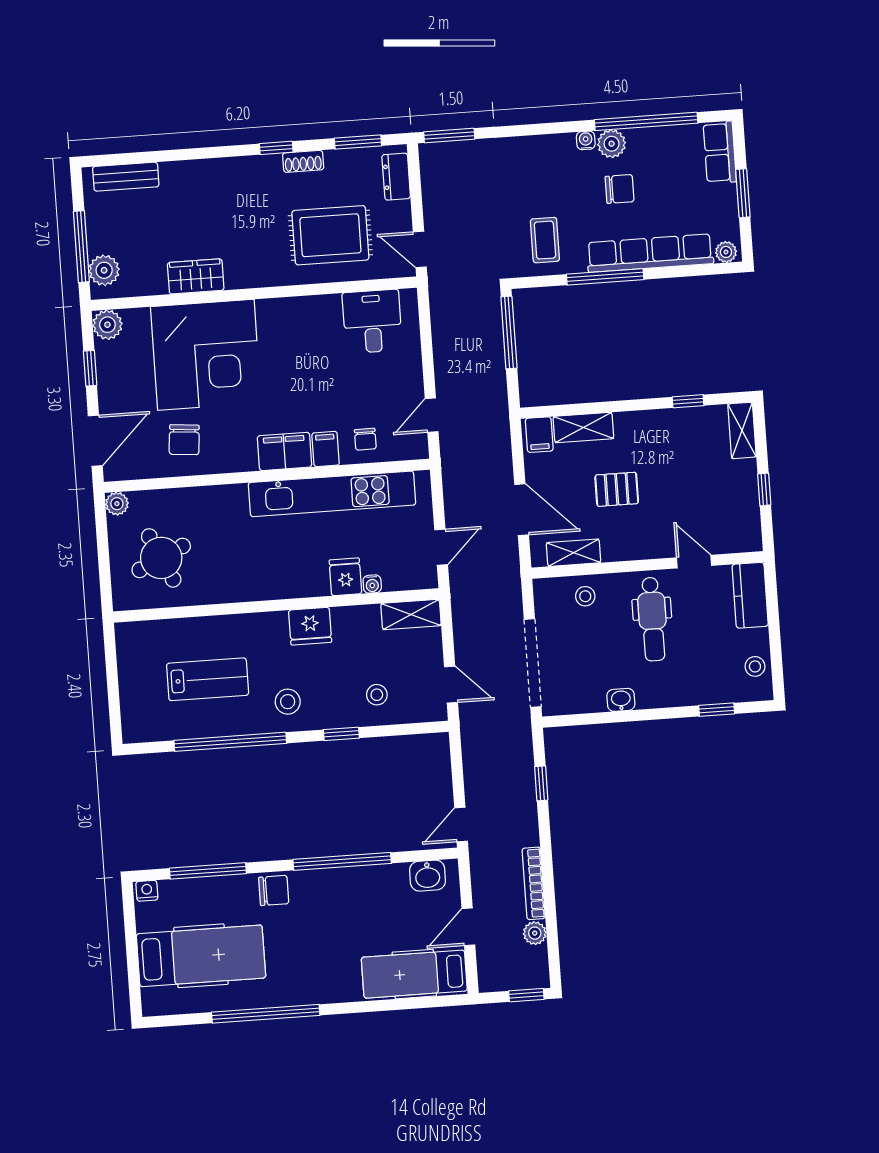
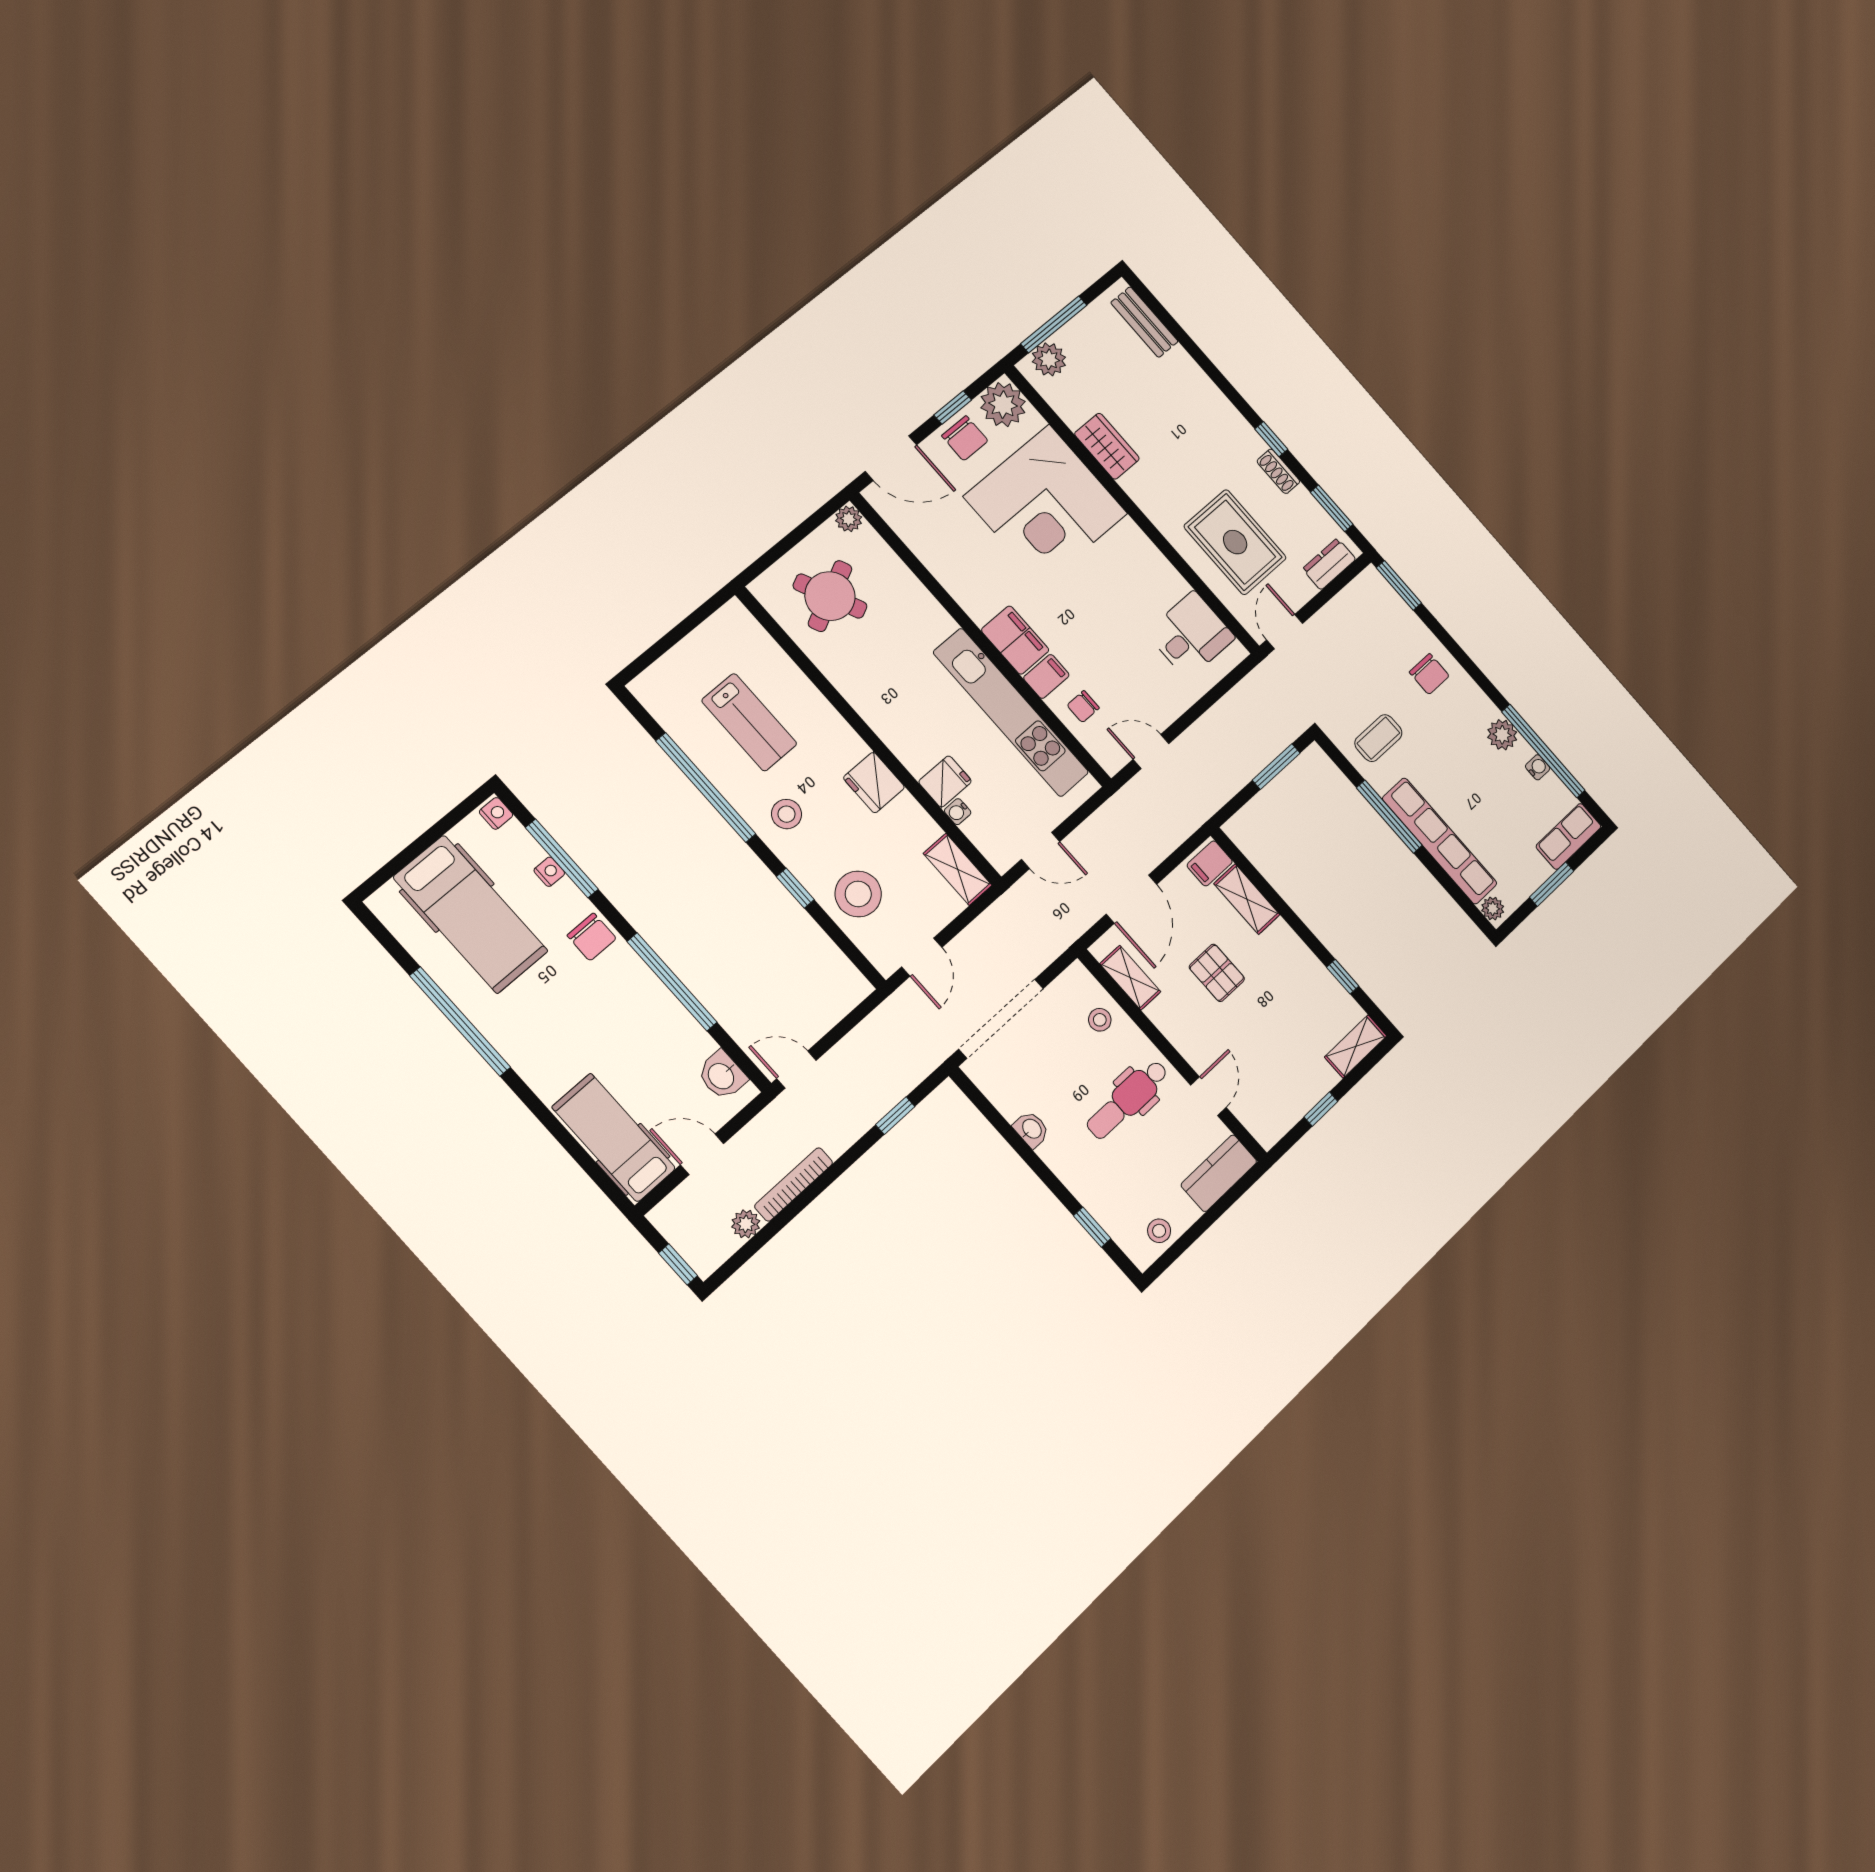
water cooler: (586, 140) -> (1538, 767), moved
chair: (620, 189) -> (1429, 674), moved
plant: (107, 325) -> (1003, 405), width x1.36, depth x1.36
window: (509, 332) -> (1276, 767), width x0.69
chair: (184, 440) -> (965, 438), moved, turned -95
stool: (377, 695) -> (858, 894), width x1.89, depth x1.89
nightstand: (211, 885) -> (549, 872), added

